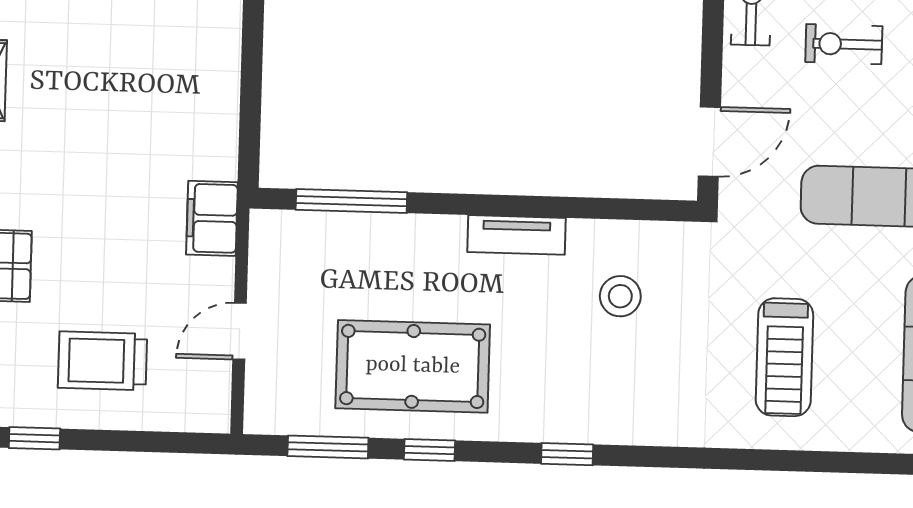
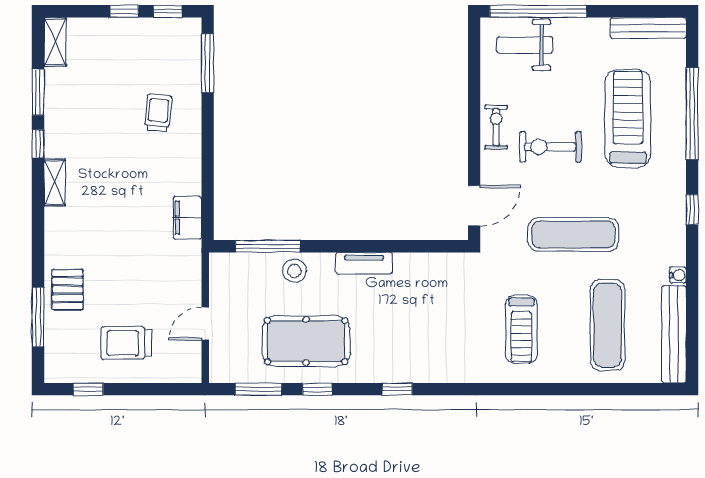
exercise bike: (844, 44) -> (550, 147), width x1.38, depth x1.39
filing cabinet: (212, 218) -> (187, 218), moved
stool: (620, 296) -> (294, 271), moved

